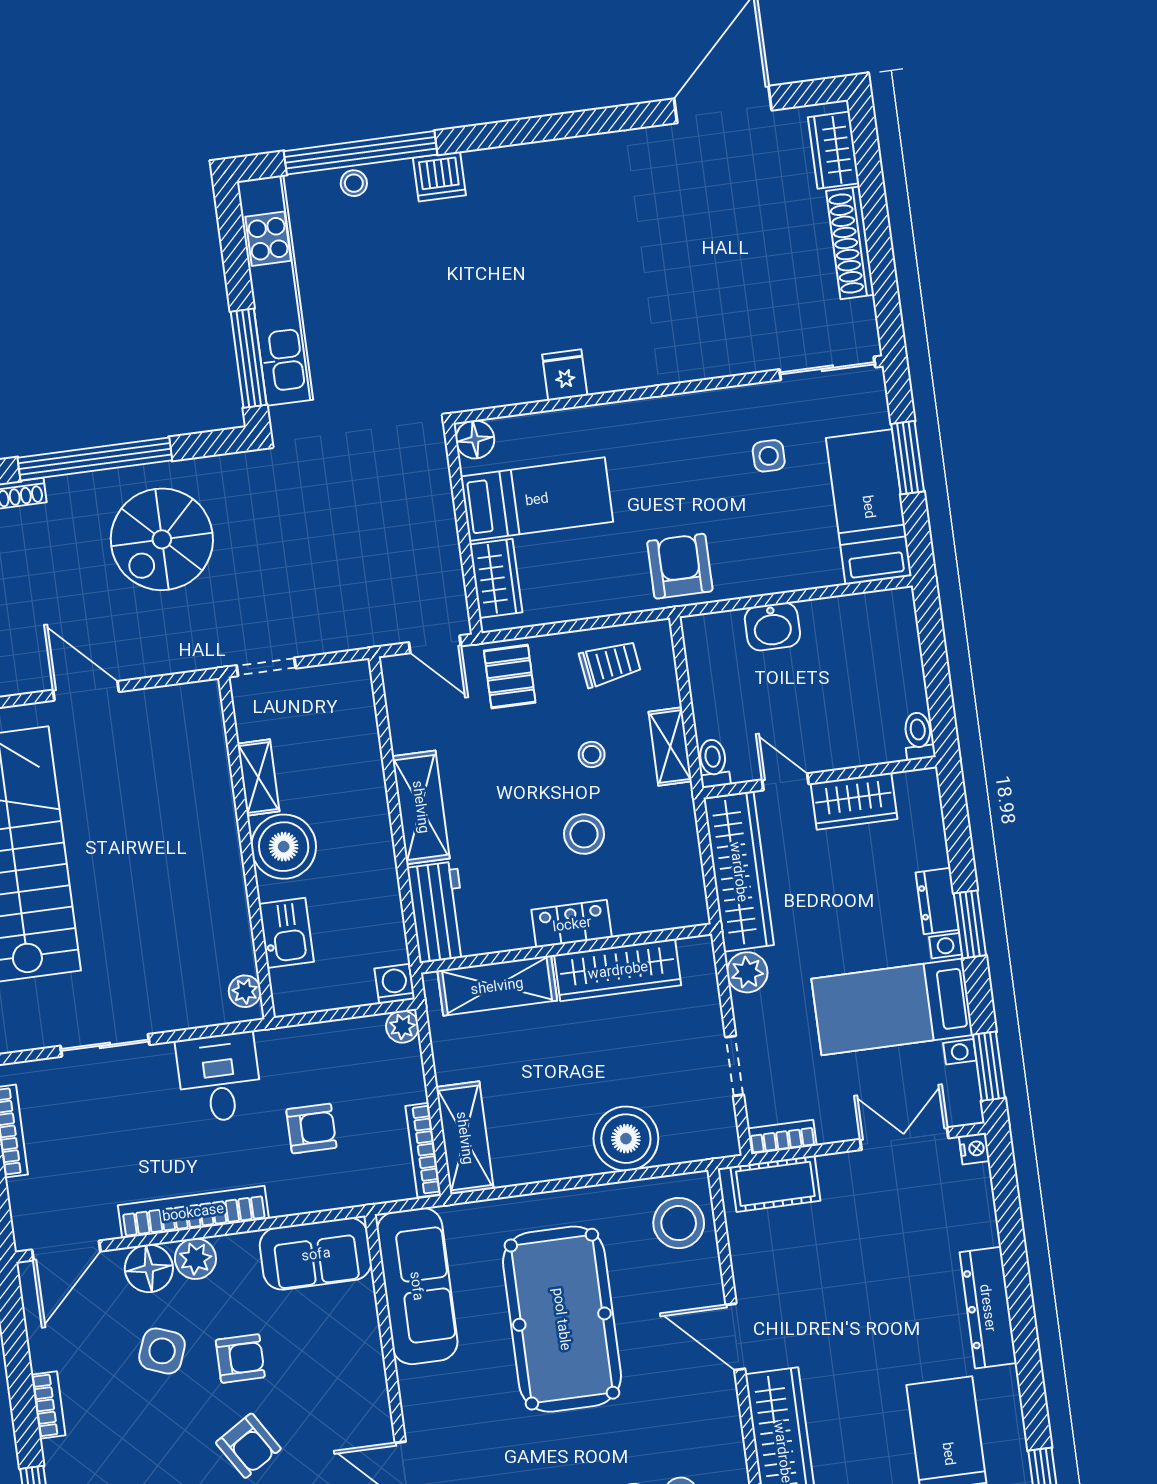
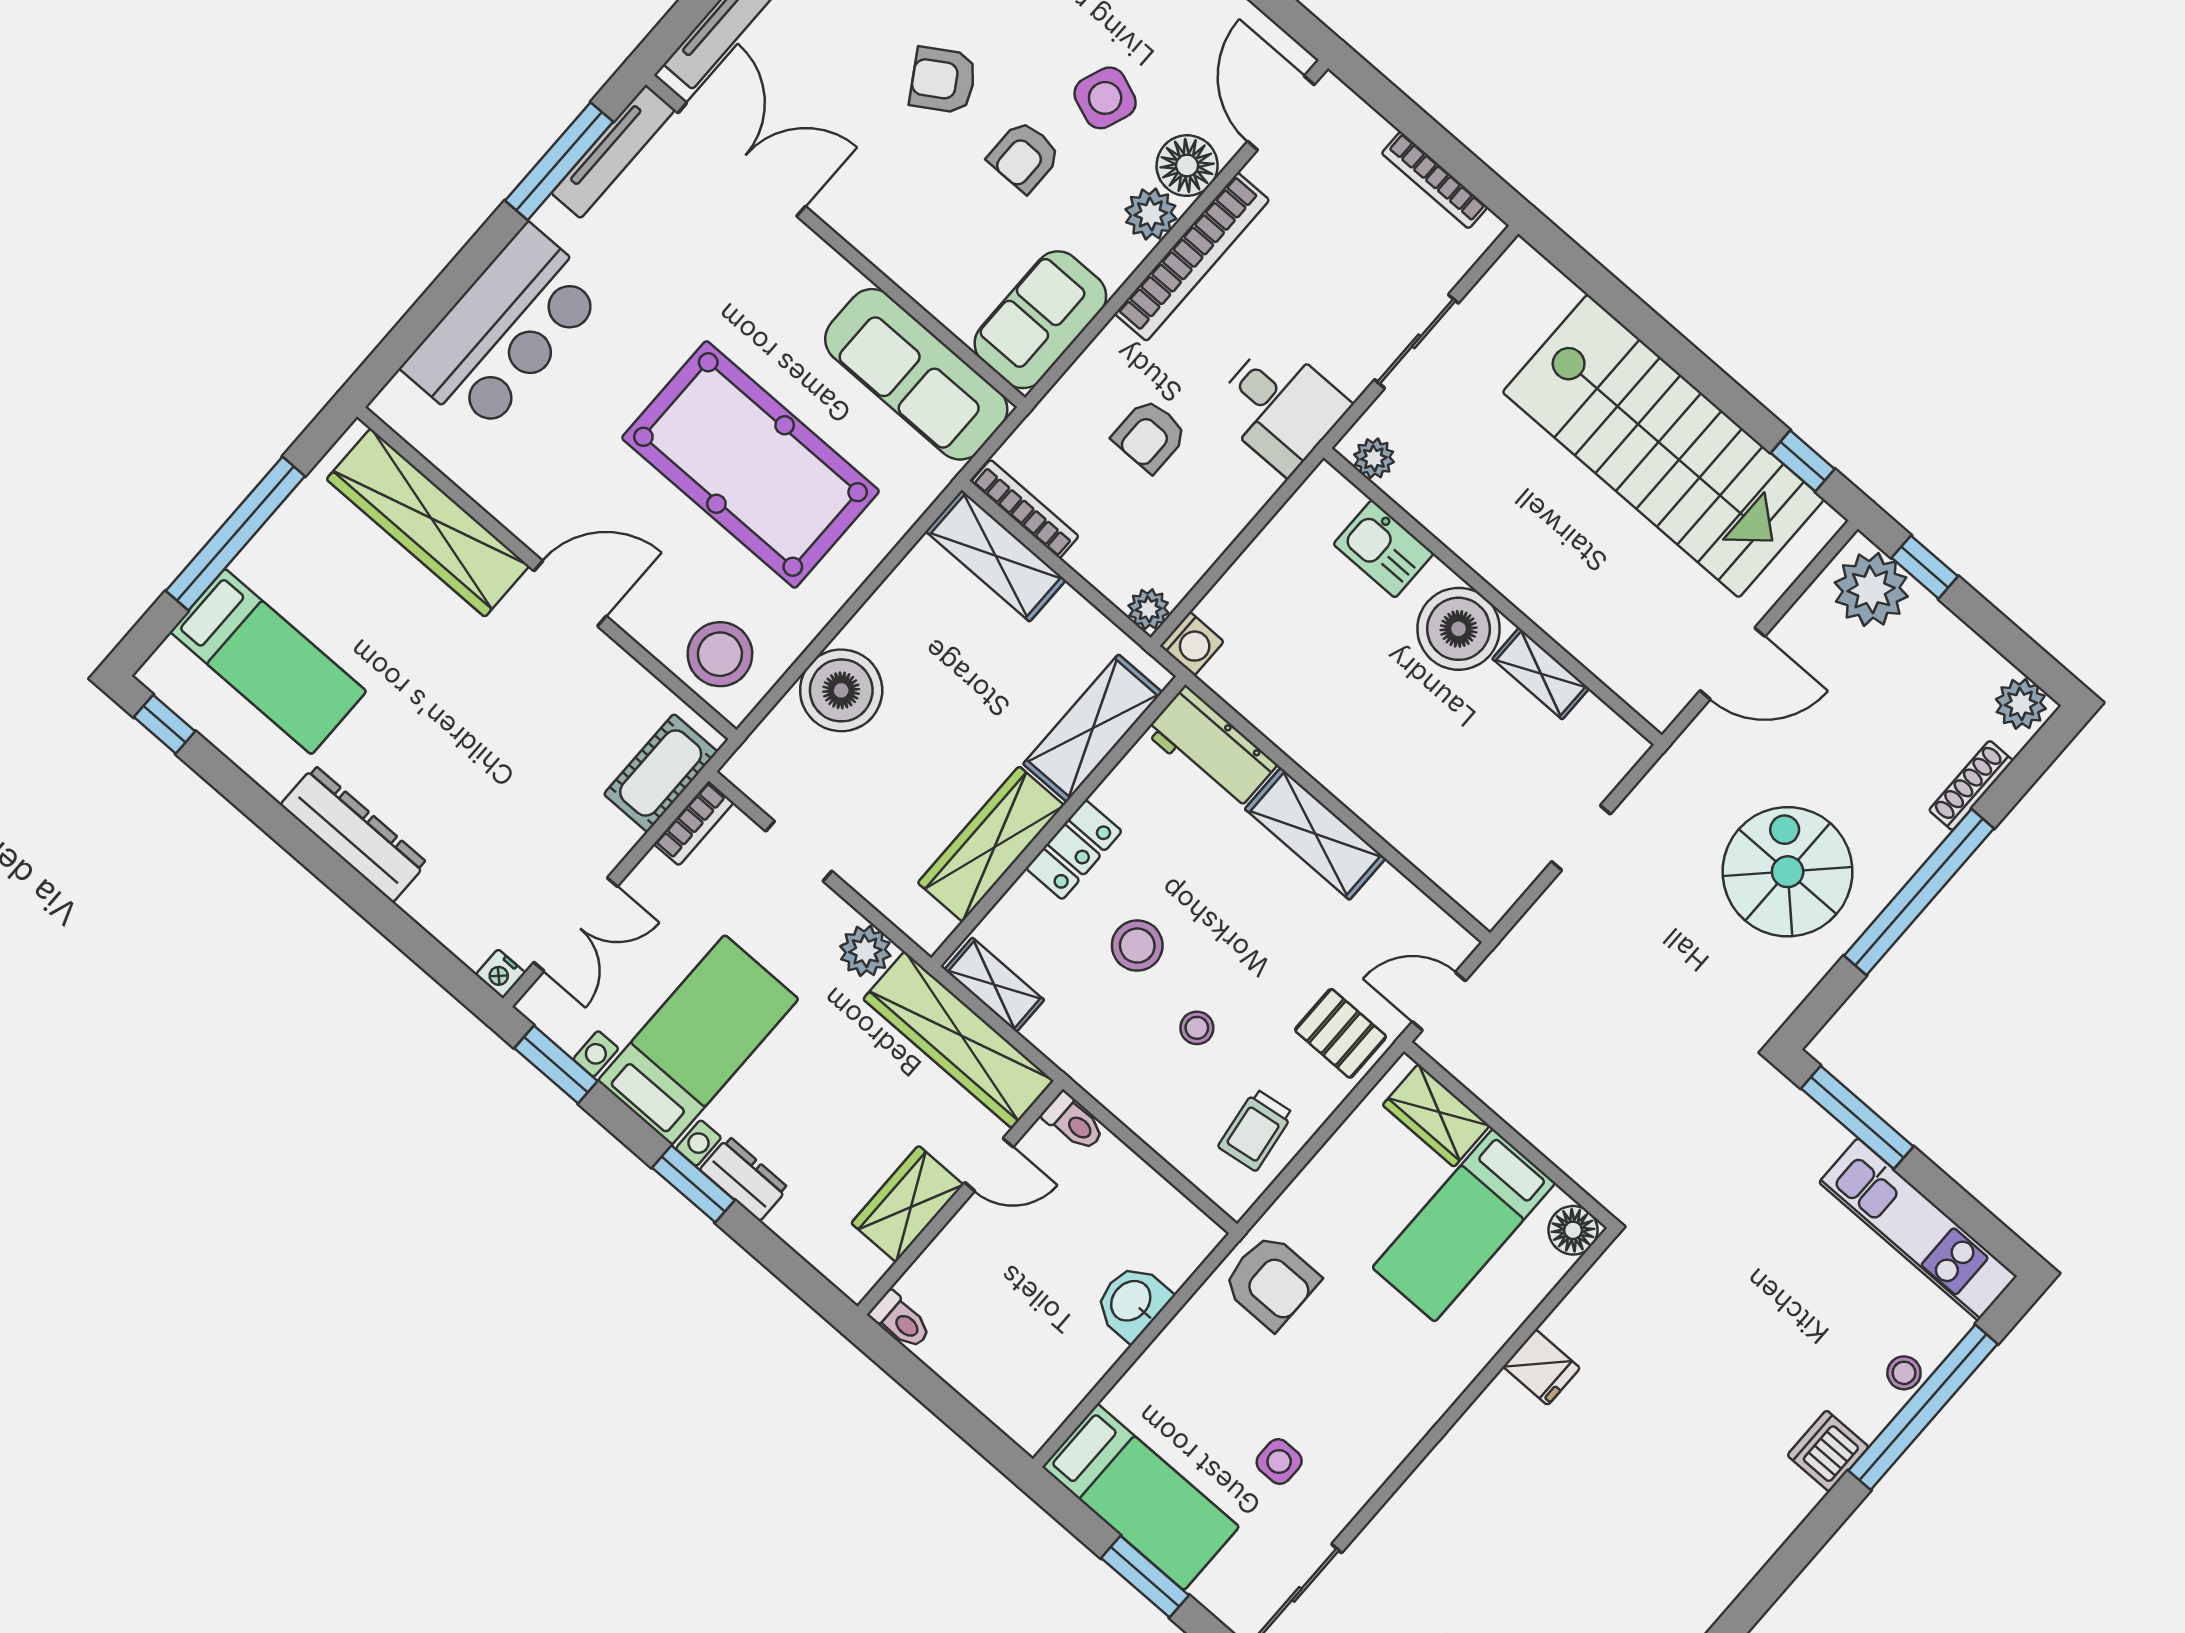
kitchen unit: (275, 290) -> (1918, 1229), width x0.73
shelving: (670, 747) -> (994, 985), moved
shelving: (258, 777) -> (1541, 674), moved
boiler: (284, 847) -> (1459, 629), moved
wall: (246, 848) -> (1493, 596), moved
kitchen sink: (286, 933) -> (1384, 549), moved
plant: (245, 991) -> (1374, 458), moved

